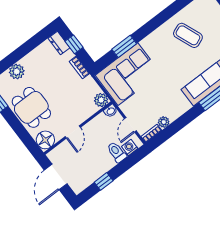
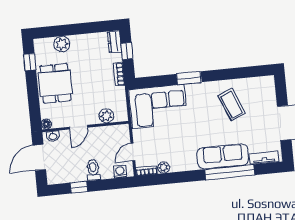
window: (124, 46) -> (189, 78), moved
plant: (101, 100) -> (106, 116), moved
washbasin: (111, 111) -> (53, 136), moved
floor lamp: (45, 140) -> (46, 124), width x0.53, depth x0.53
toilet: (117, 152) -> (93, 170), moved

